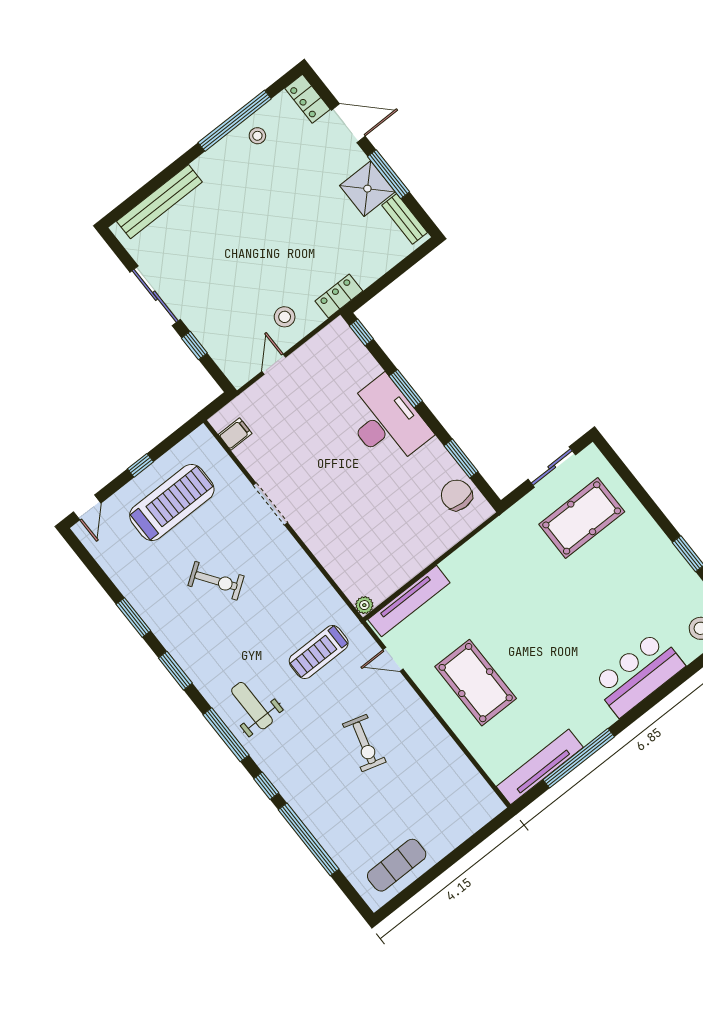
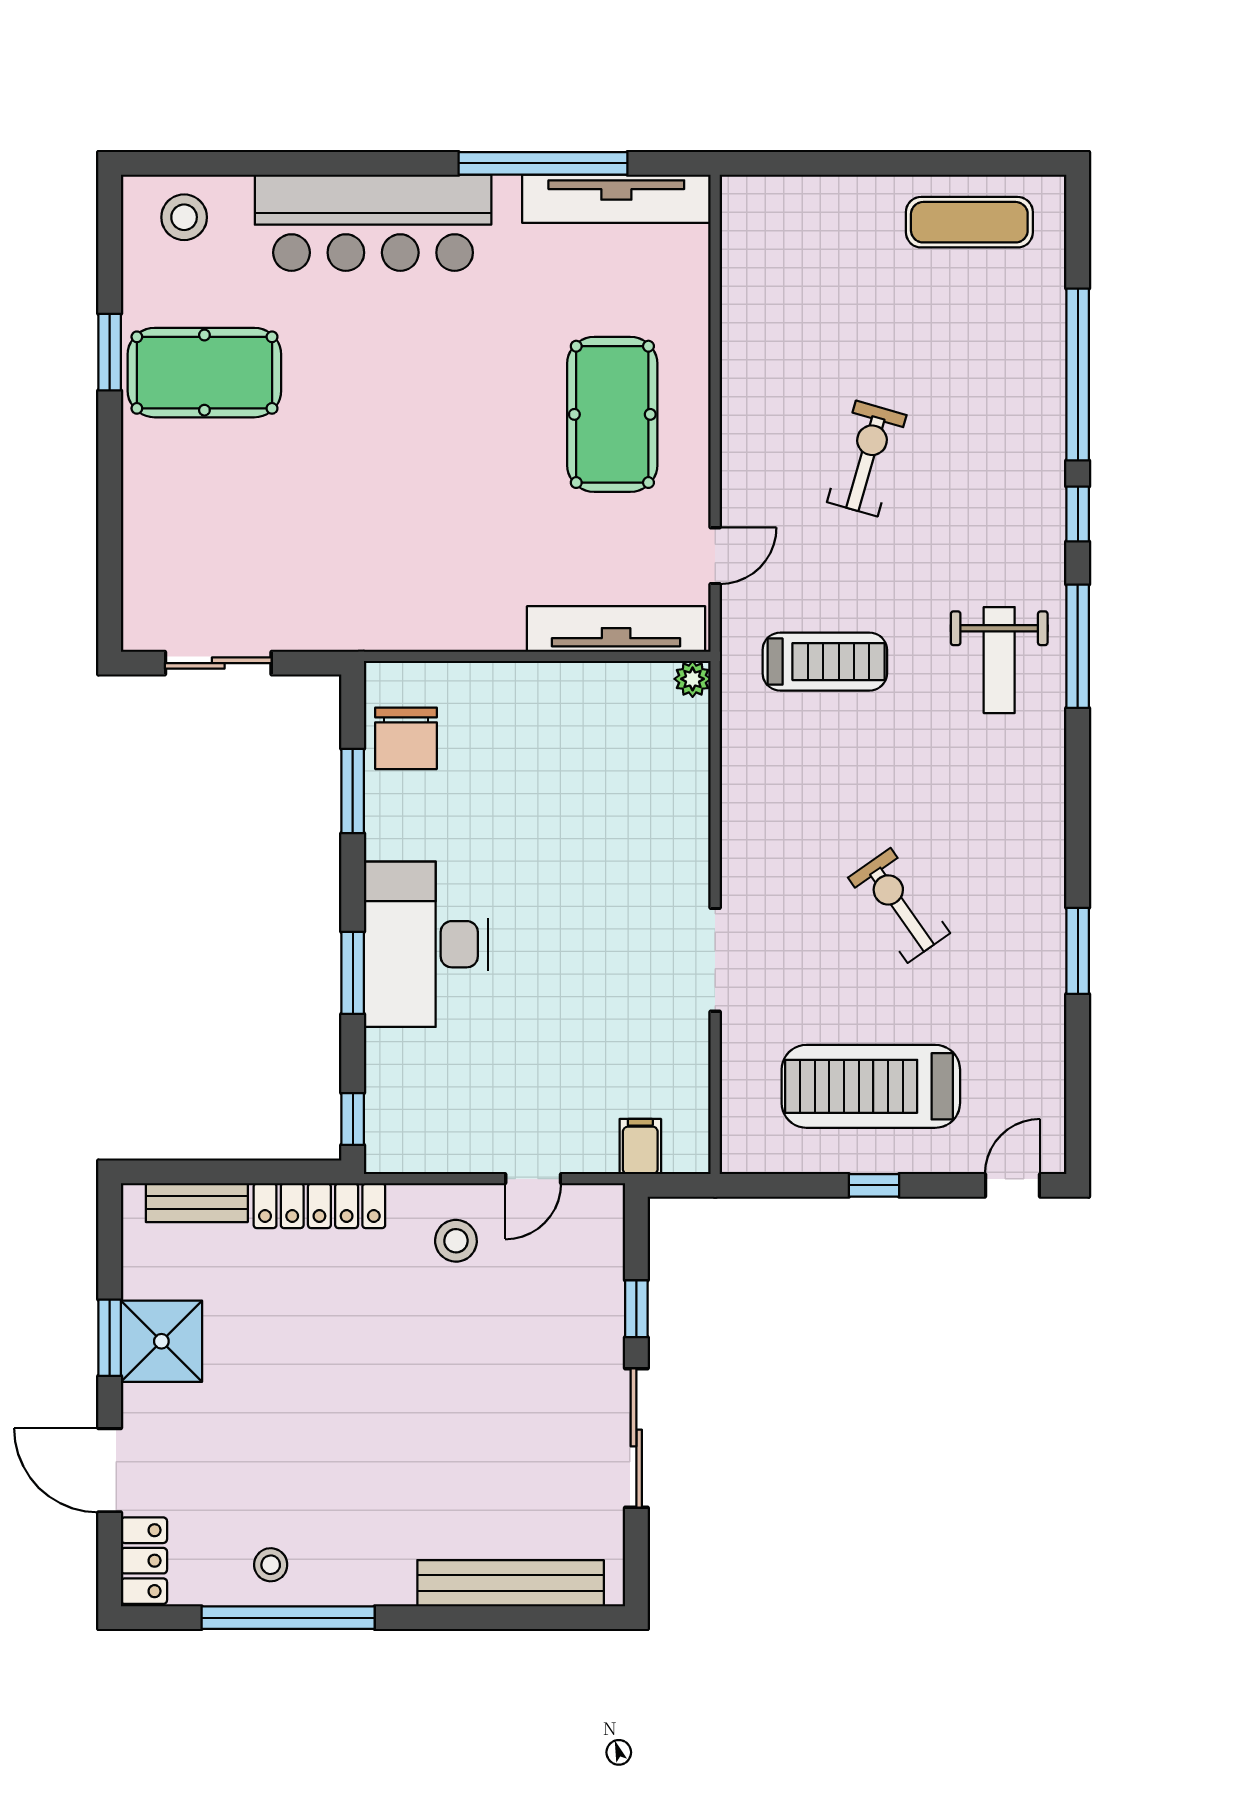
window: (389, 174) -> (110, 1338), width x0.69
bench: (405, 219) -> (197, 1203), moved, turned 90
locker: (339, 296) -> (319, 1206), width x1.53
filing cabinet: (235, 434) -> (640, 1147), moved, turned 90
pool table: (582, 518) -> (204, 373), moved
door: (393, 659) -> (715, 556), hinge flipped
window: (175, 671) -> (1078, 813), removed
bar counter: (638, 674) -> (373, 223), width x1.36

